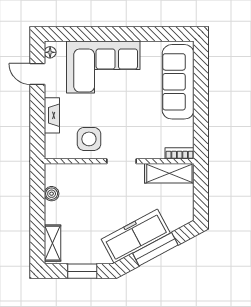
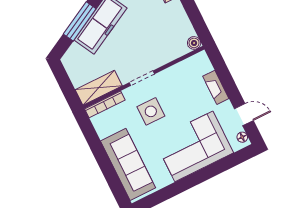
side table: (89, 139) -> (151, 111), moved
bookcase: (180, 153) -> (105, 104), width x1.56
boiler: (52, 194) -> (194, 43), moved

